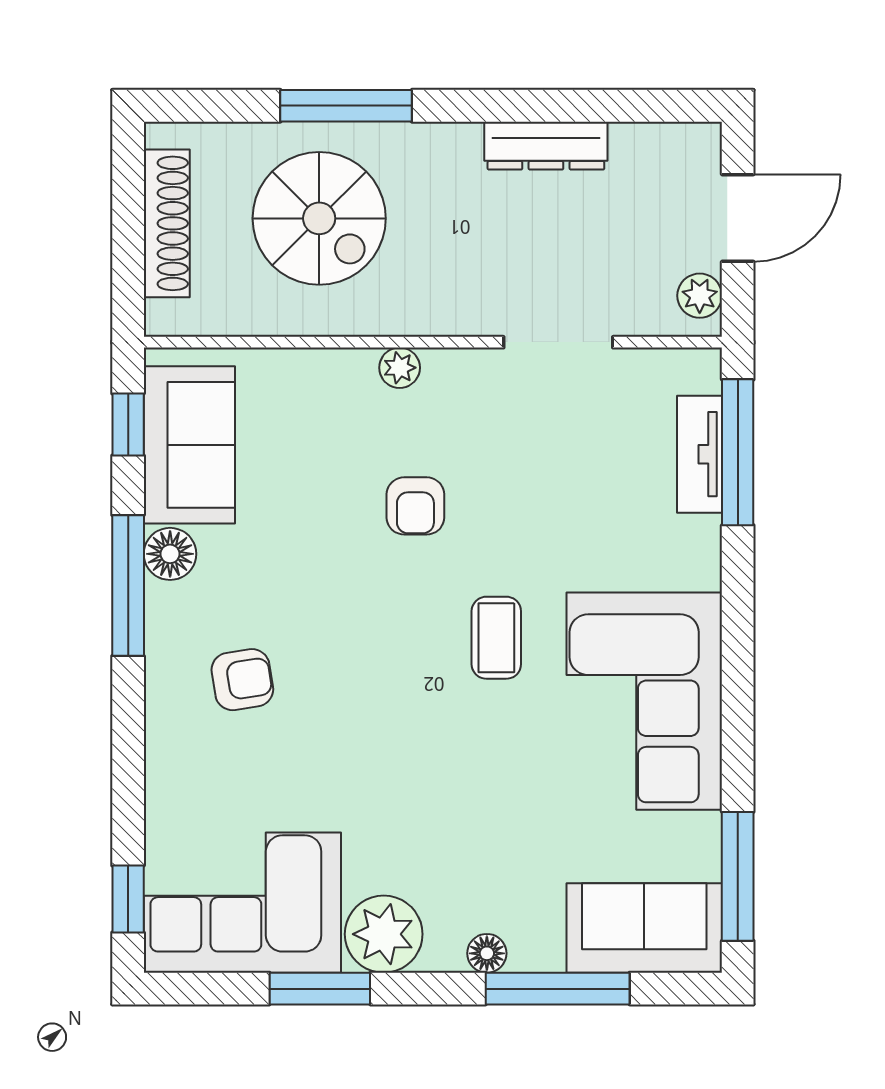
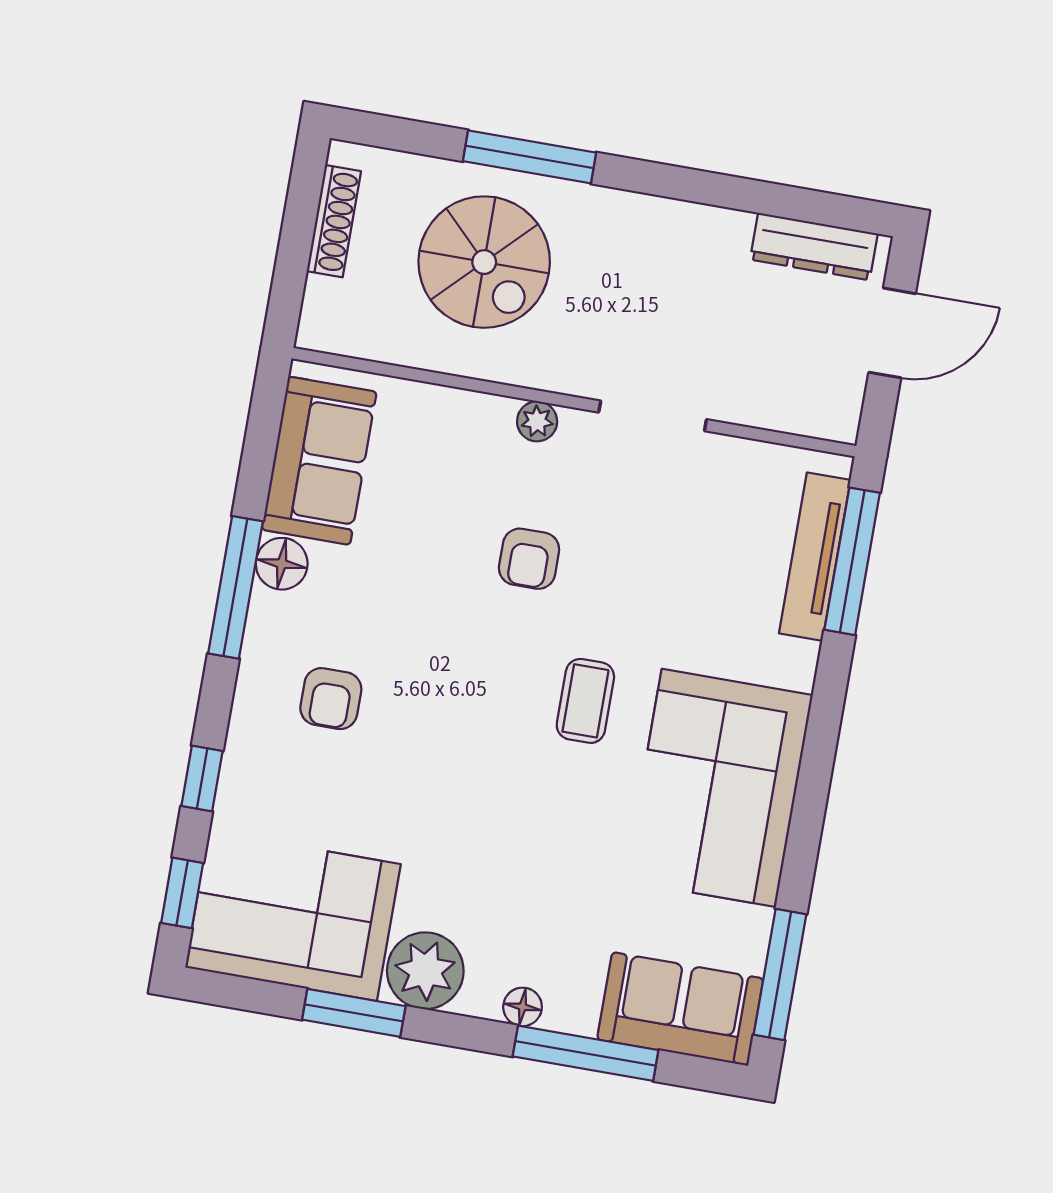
dresser: (546, 146) -> (814, 247), moved
shoe rack: (167, 223) -> (334, 221), width x0.74, depth x0.81
plant: (700, 296) -> (842, 402), removed
doorway: (558, 342) -> (653, 416), moved
window: (128, 425) -> (202, 778), moved
tv unit: (700, 454) -> (815, 557), width x1.41
armchair: (242, 680) -> (331, 699), turned 99

